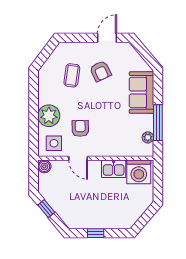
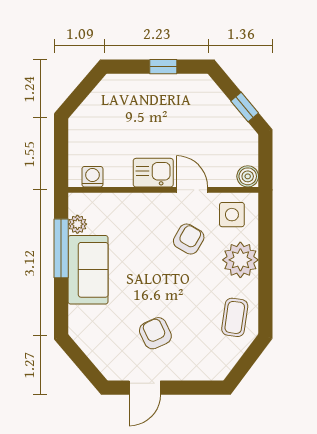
coffee table: (72, 75) -> (235, 317), moved
sofa: (141, 92) -> (88, 270), moved
armchair: (80, 128) -> (189, 239), turned -149
kitchen sink: (114, 169) -> (153, 173), moved
washing machine: (139, 172) -> (92, 177), width x0.53, depth x0.53

